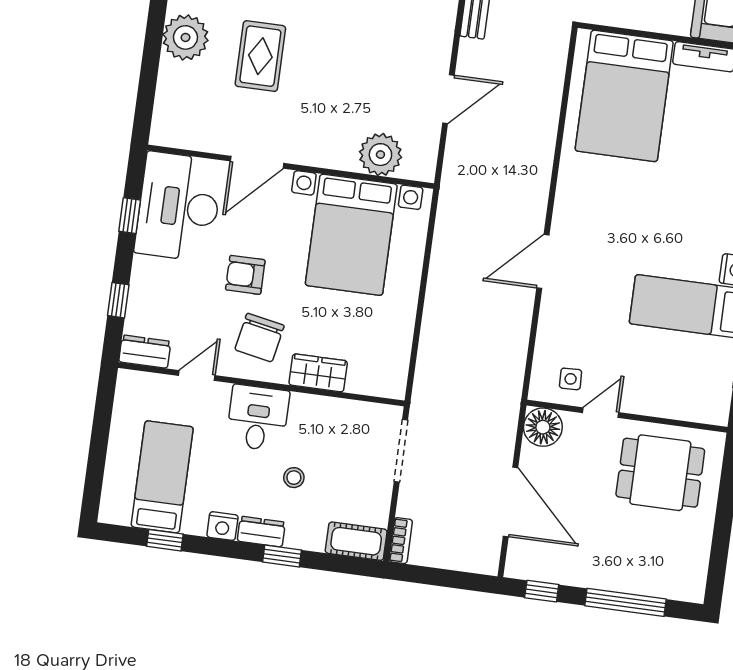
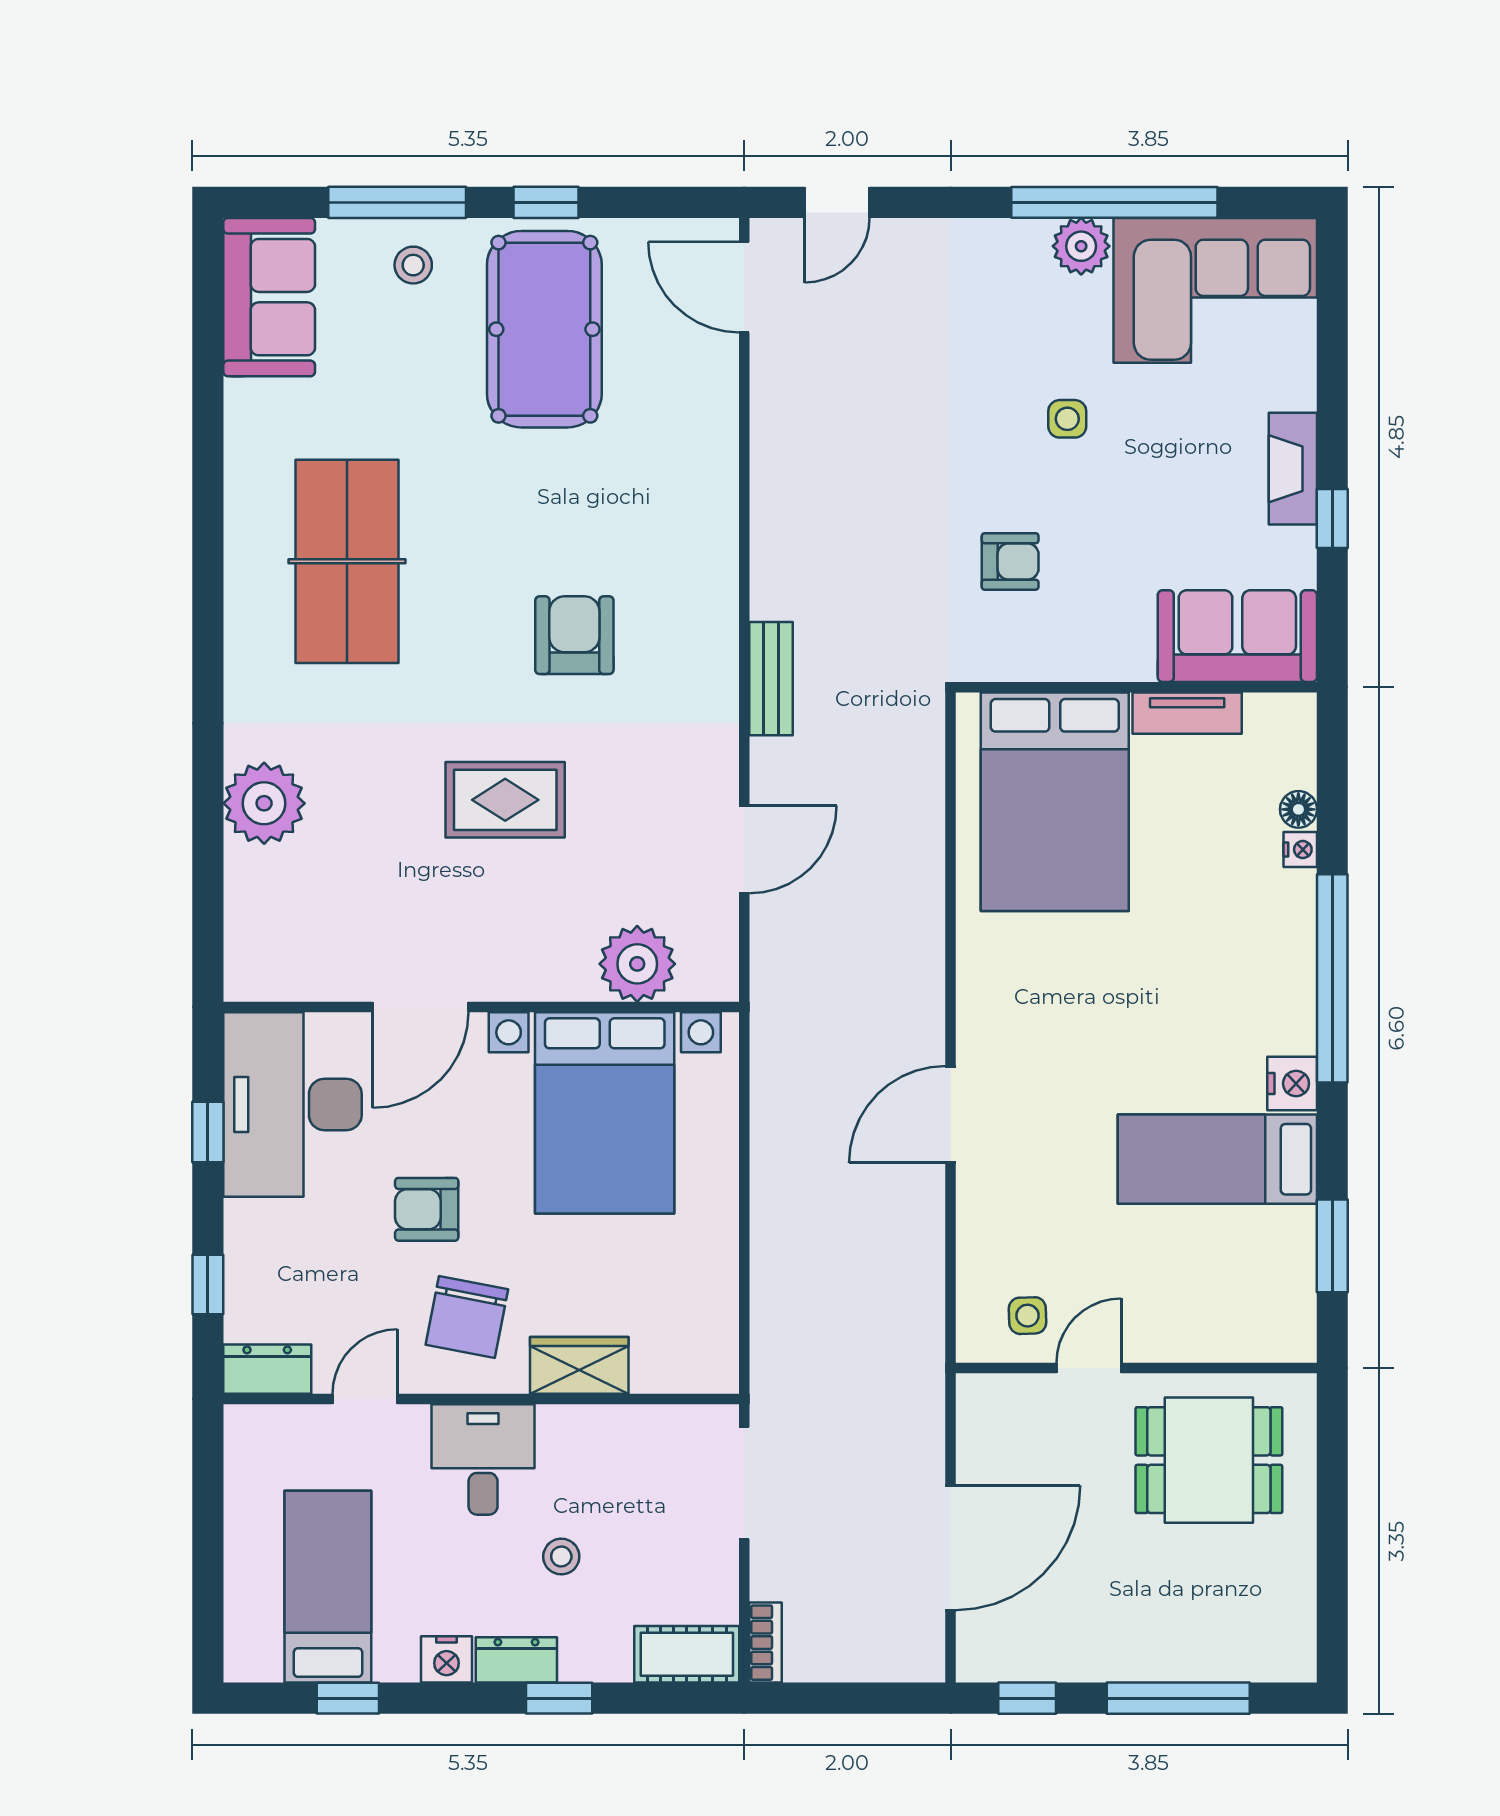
rug: (260, 56) -> (505, 800), moved, turned 90
floor lamp: (543, 427) -> (990, 1408), removed
door: (510, 502) -> (951, 1548), hinge flipped

